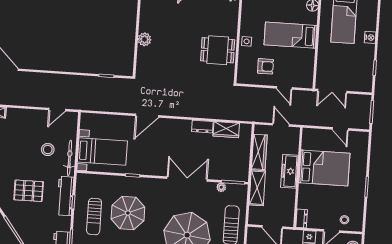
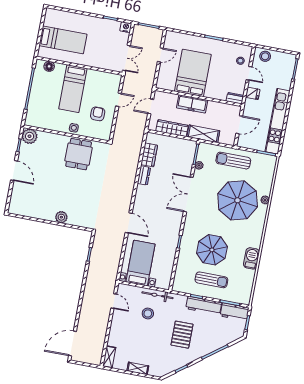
nightstand: (370, 37) -> (126, 27), moved
bed with nightstands: (102, 152) -> (140, 263), moved
workbench: (65, 196) -> (204, 305), moved

